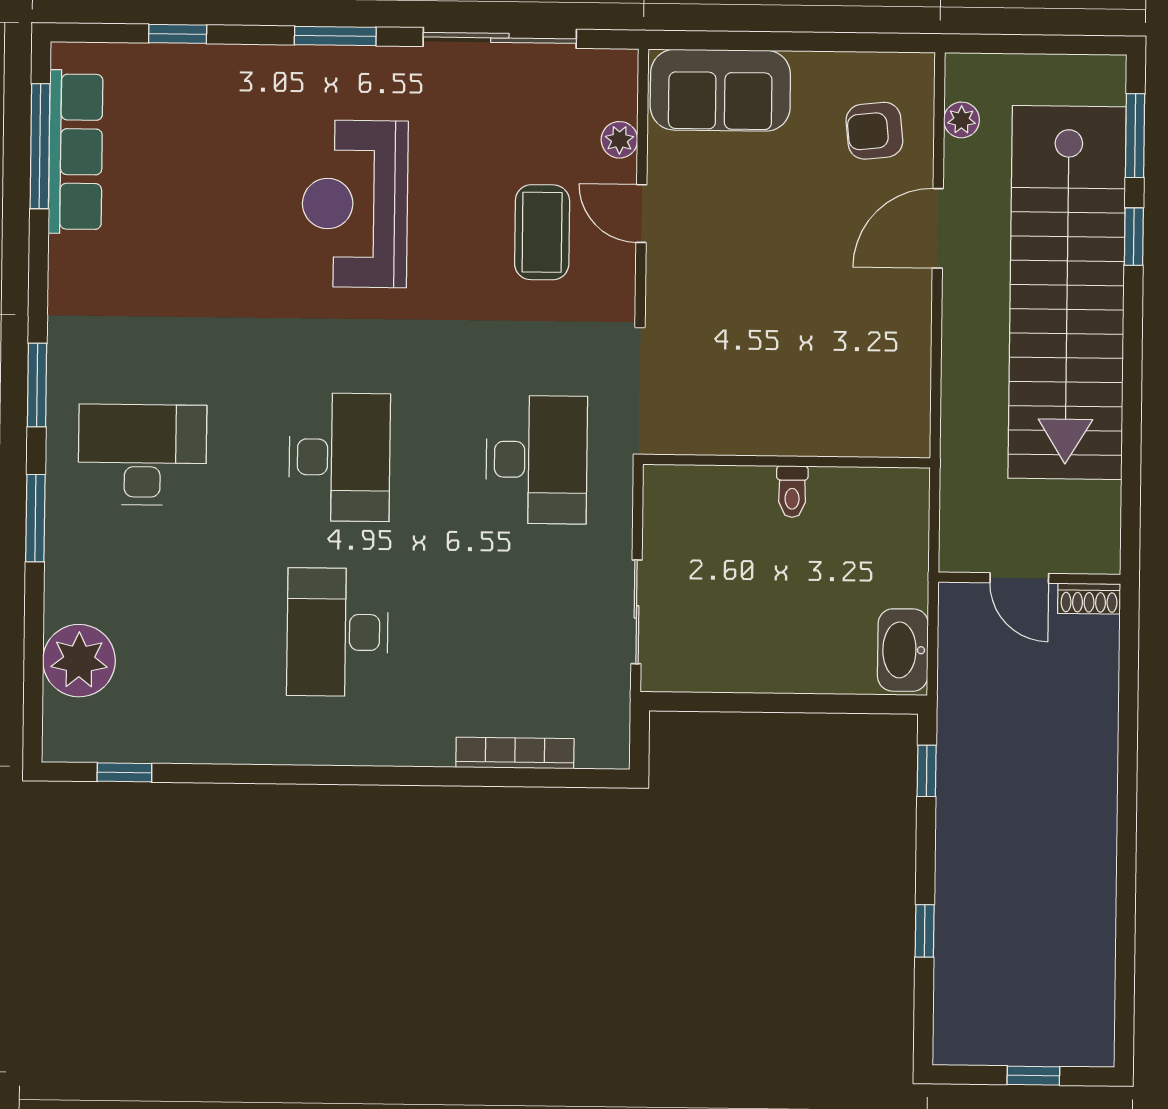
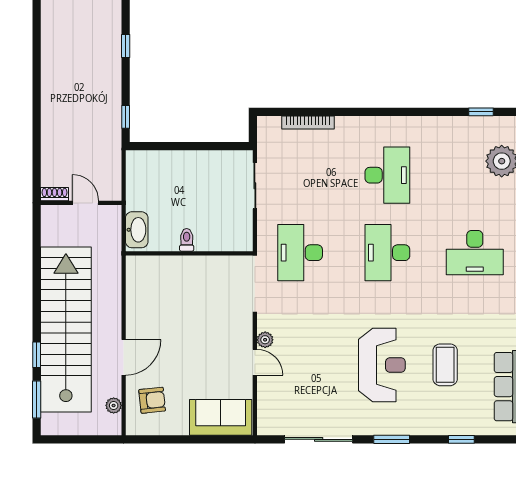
plant: (619, 140) -> (265, 340), moved
coffee table: (542, 232) -> (445, 365), moved
washbasin: (903, 650) -> (137, 230), moved

